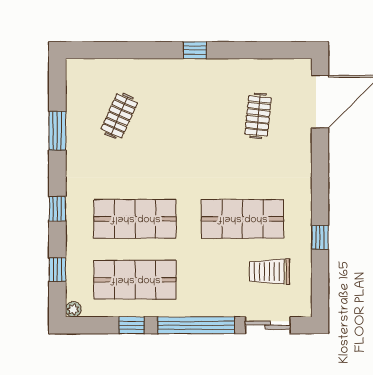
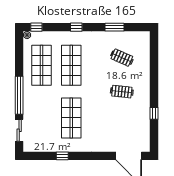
window: (195, 50) -> (154, 113), moved
clothes rail: (258, 116) -> (122, 92), moved
window: (57, 270) -> (36, 27), moved
trolley: (269, 272) -> (45, 131), removed
window: (132, 325) -> (19, 64), removed

